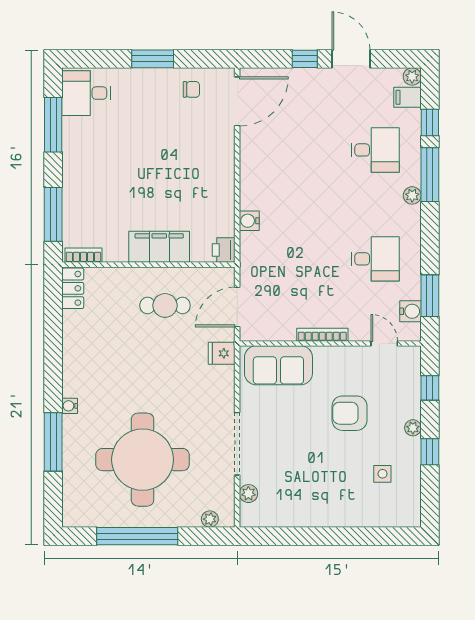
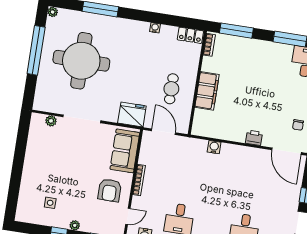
printer: (224, 250) -> (254, 138), moved
fridge: (222, 353) -> (132, 114), width x1.88, depth x1.34
water cooler: (70, 406) -> (155, 28), moved
armchair: (350, 413) -> (110, 190), moved, turned 180
plant: (210, 519) -> (53, 12), moved

